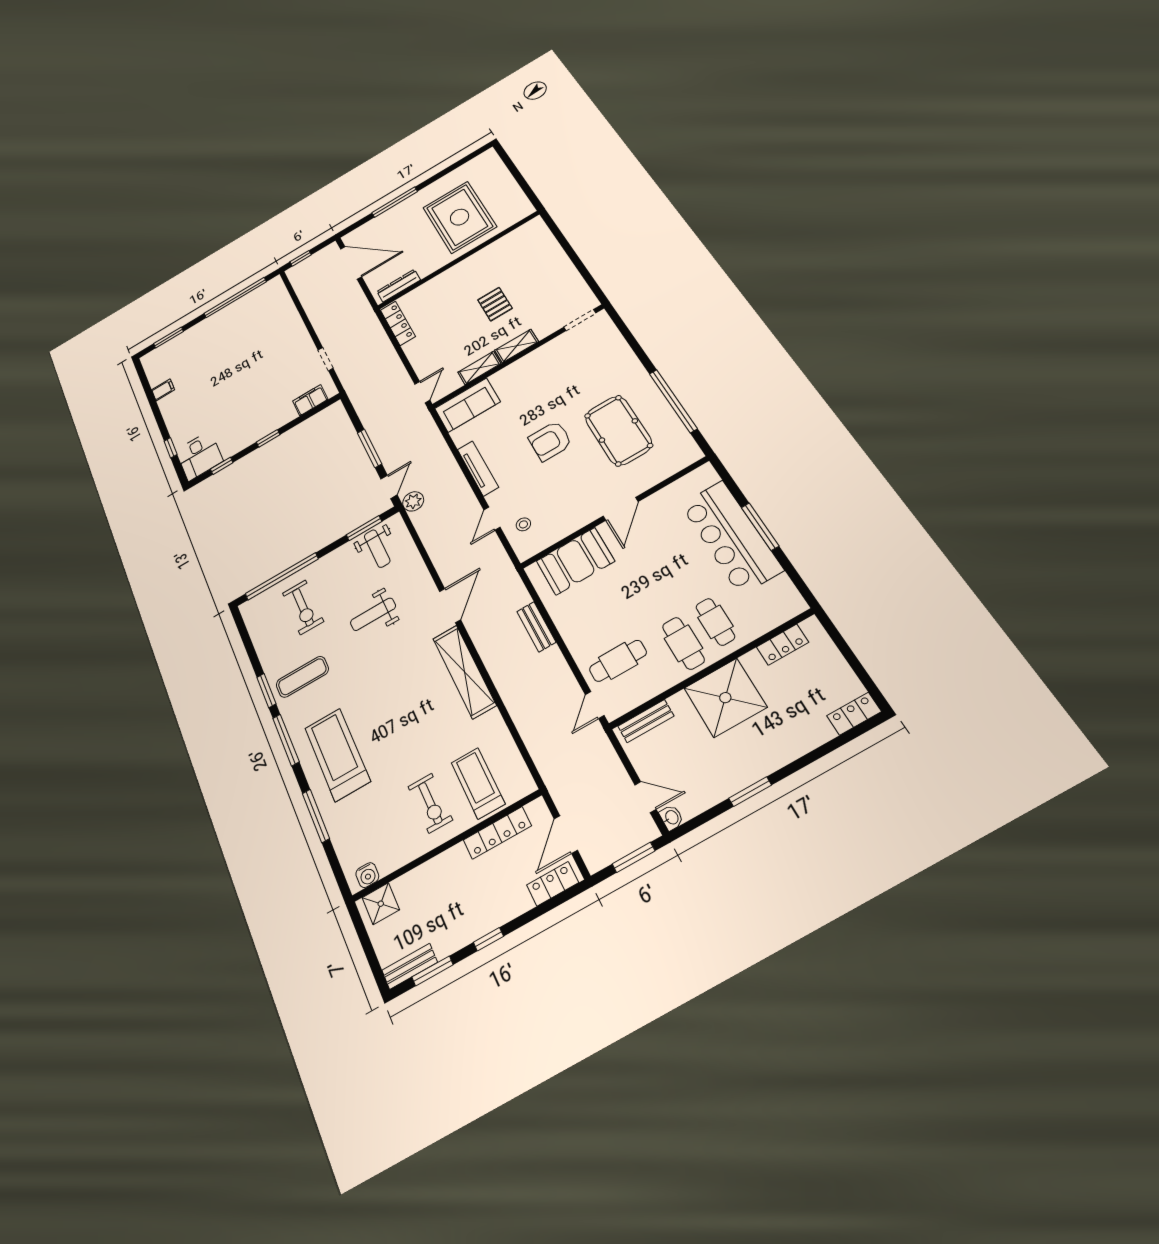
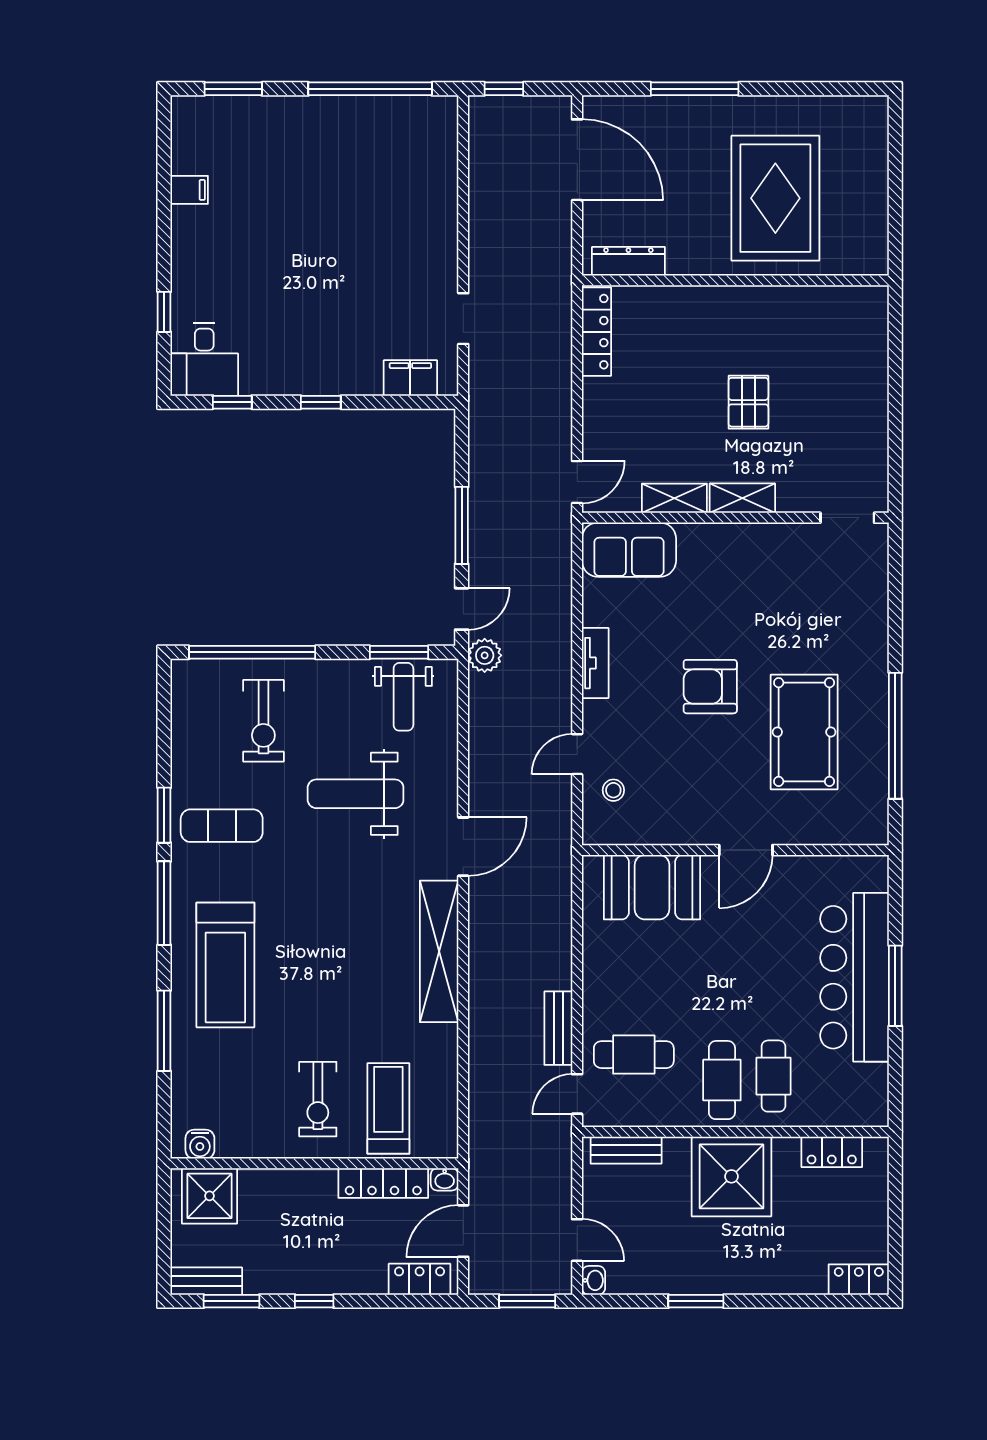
tv unit: (478, 468) -> (595, 663), width x0.71
weight bench: (373, 614) -> (356, 794), width x1.36, depth x1.33
bench: (536, 627) -> (558, 1028), moved
treadmill: (337, 755) -> (225, 965), turned 180
washbasin: (536, 808) -> (445, 1179), added
shower: (381, 904) -> (209, 1196), width x1.36, depth x1.36

